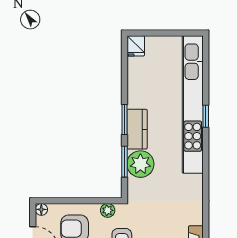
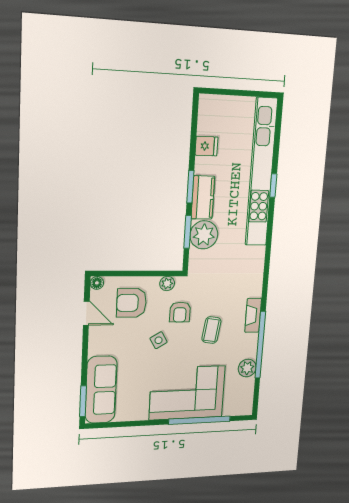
fridge: (136, 46) -> (207, 146), moved, turned -90

